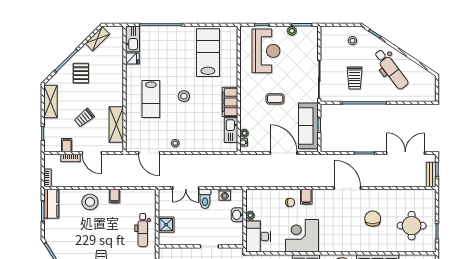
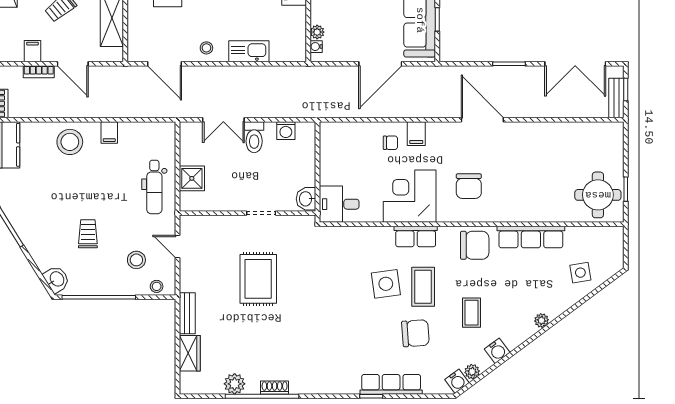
kitchen sink: (231, 130) -> (249, 51), moved, turned 90
door: (284, 153) -> (380, 64), swing flipped
double door: (405, 153) -> (575, 64), swing flipped
washbasin: (237, 215) -> (306, 199), moved
plant: (250, 215) -> (327, 163), removed
chair: (373, 219) -> (469, 186), moved, turned 180
round table: (412, 226) -> (598, 195), moved
desk: (258, 236) -> (339, 204), width x0.73

